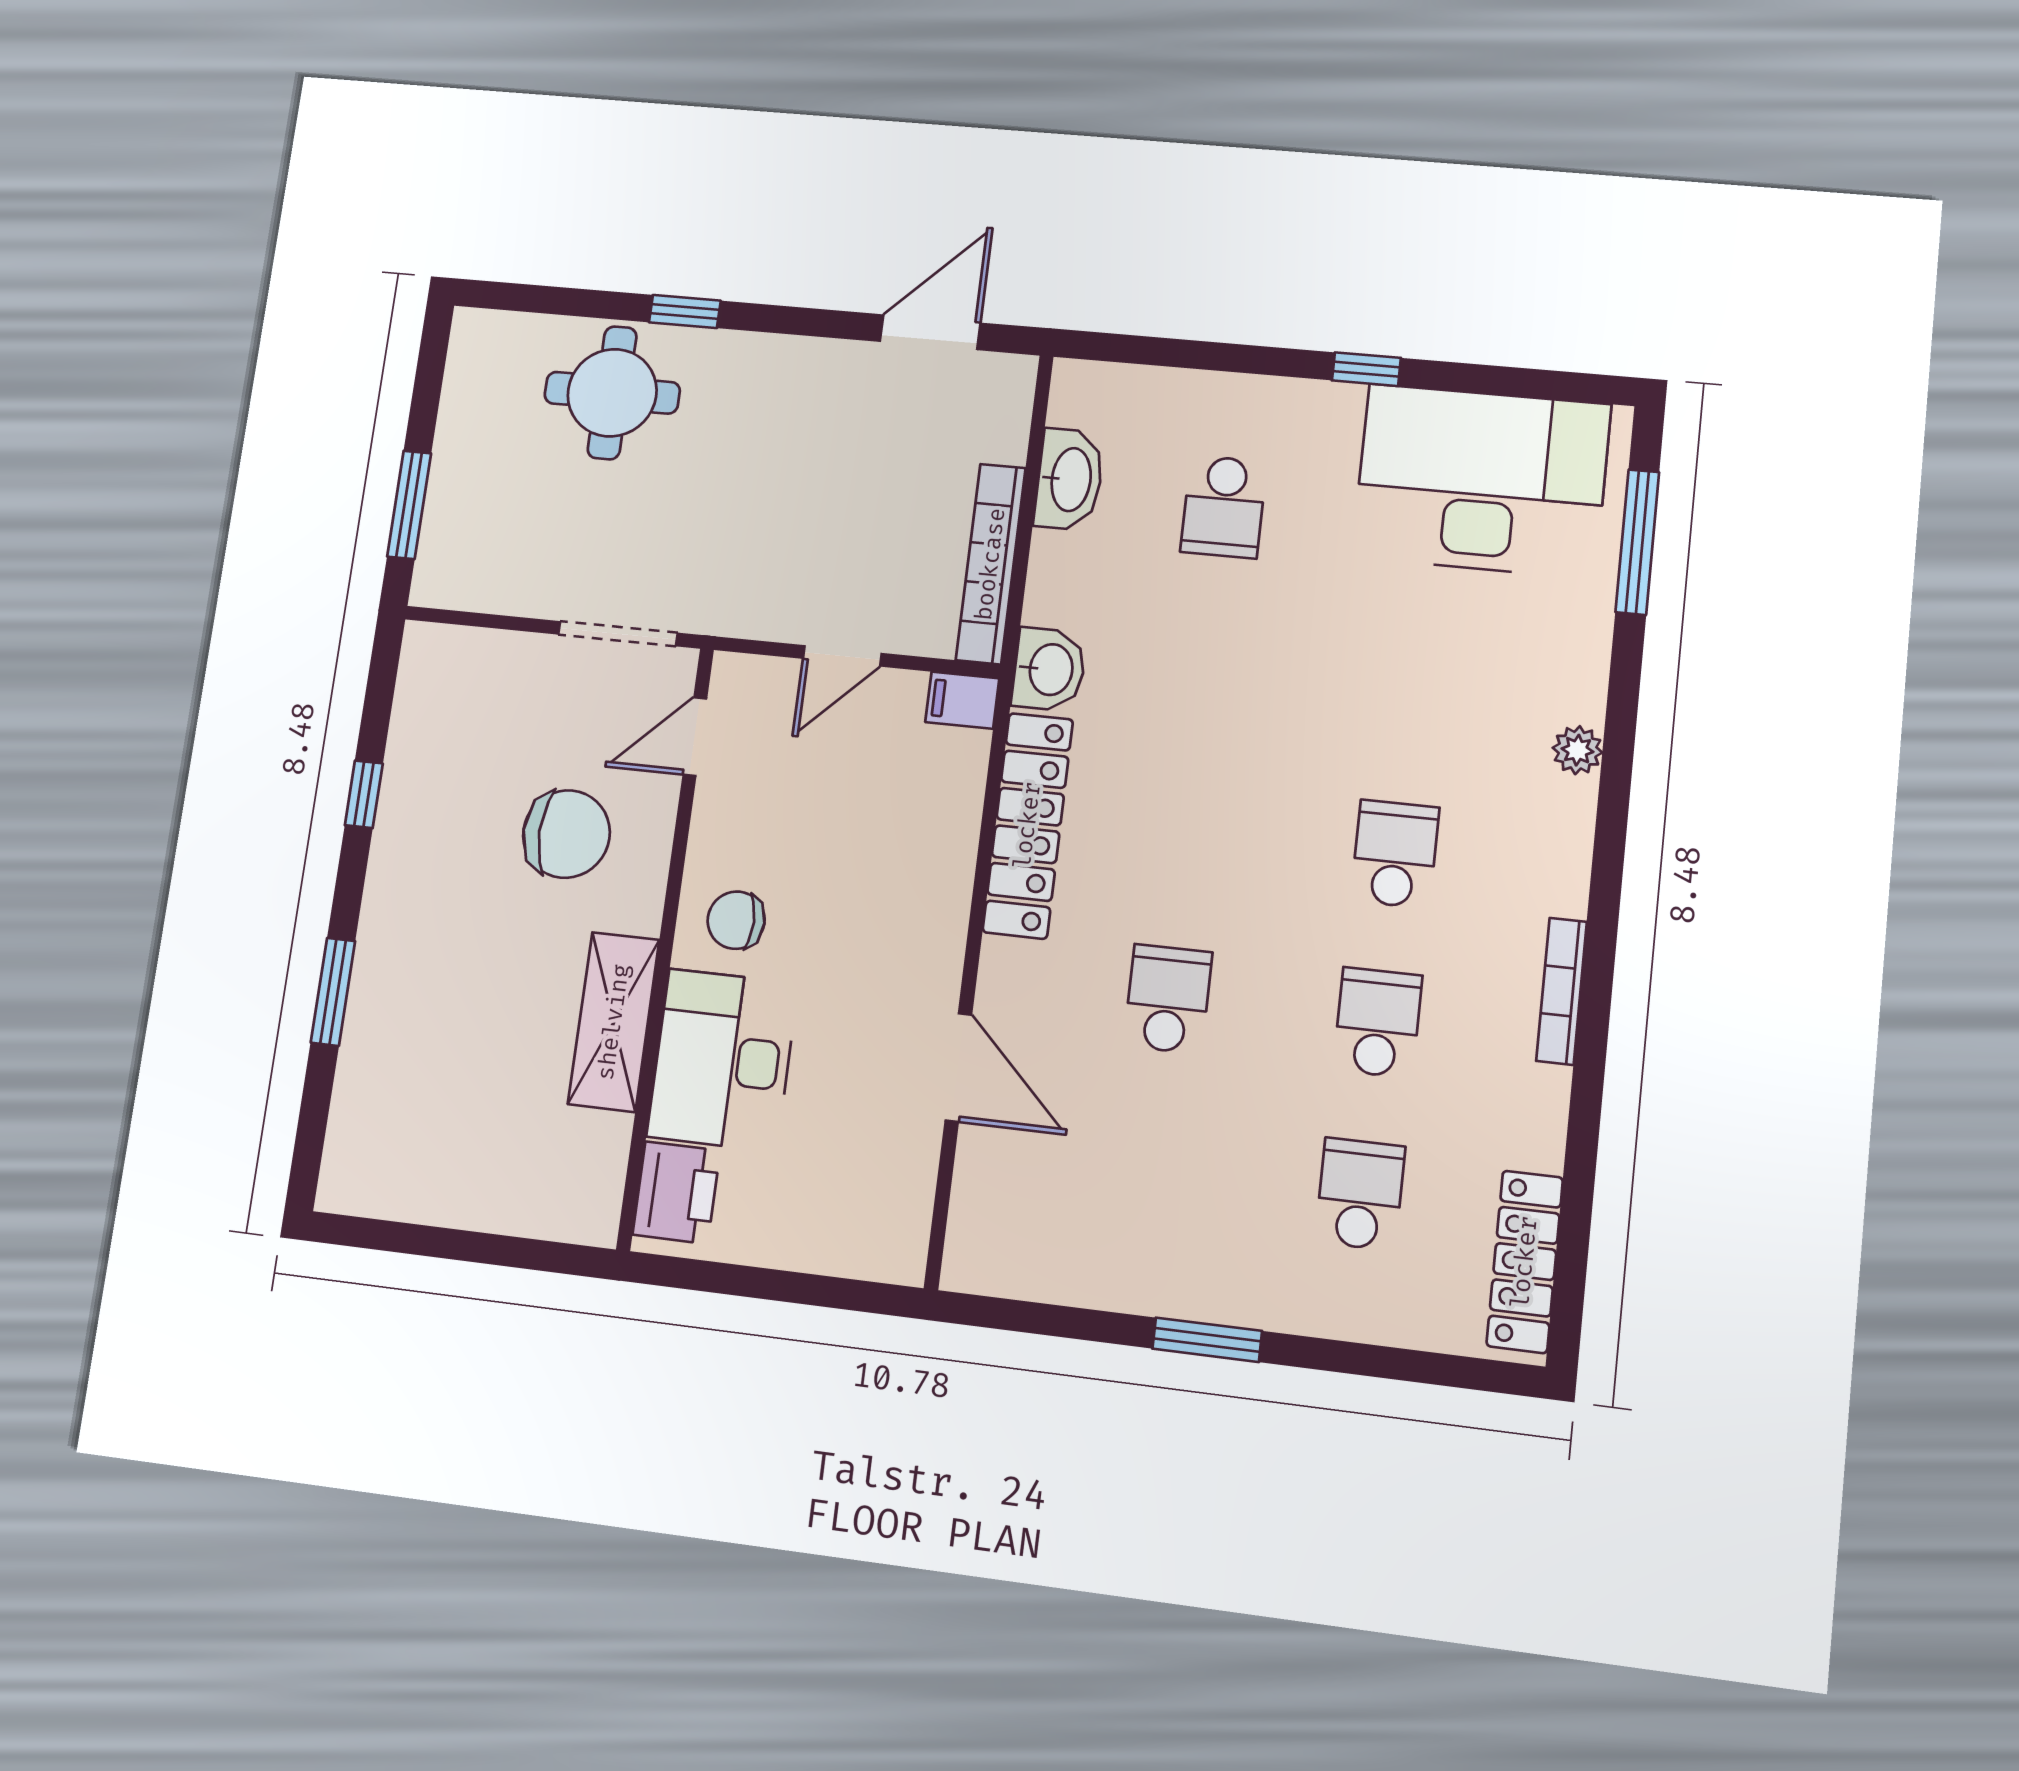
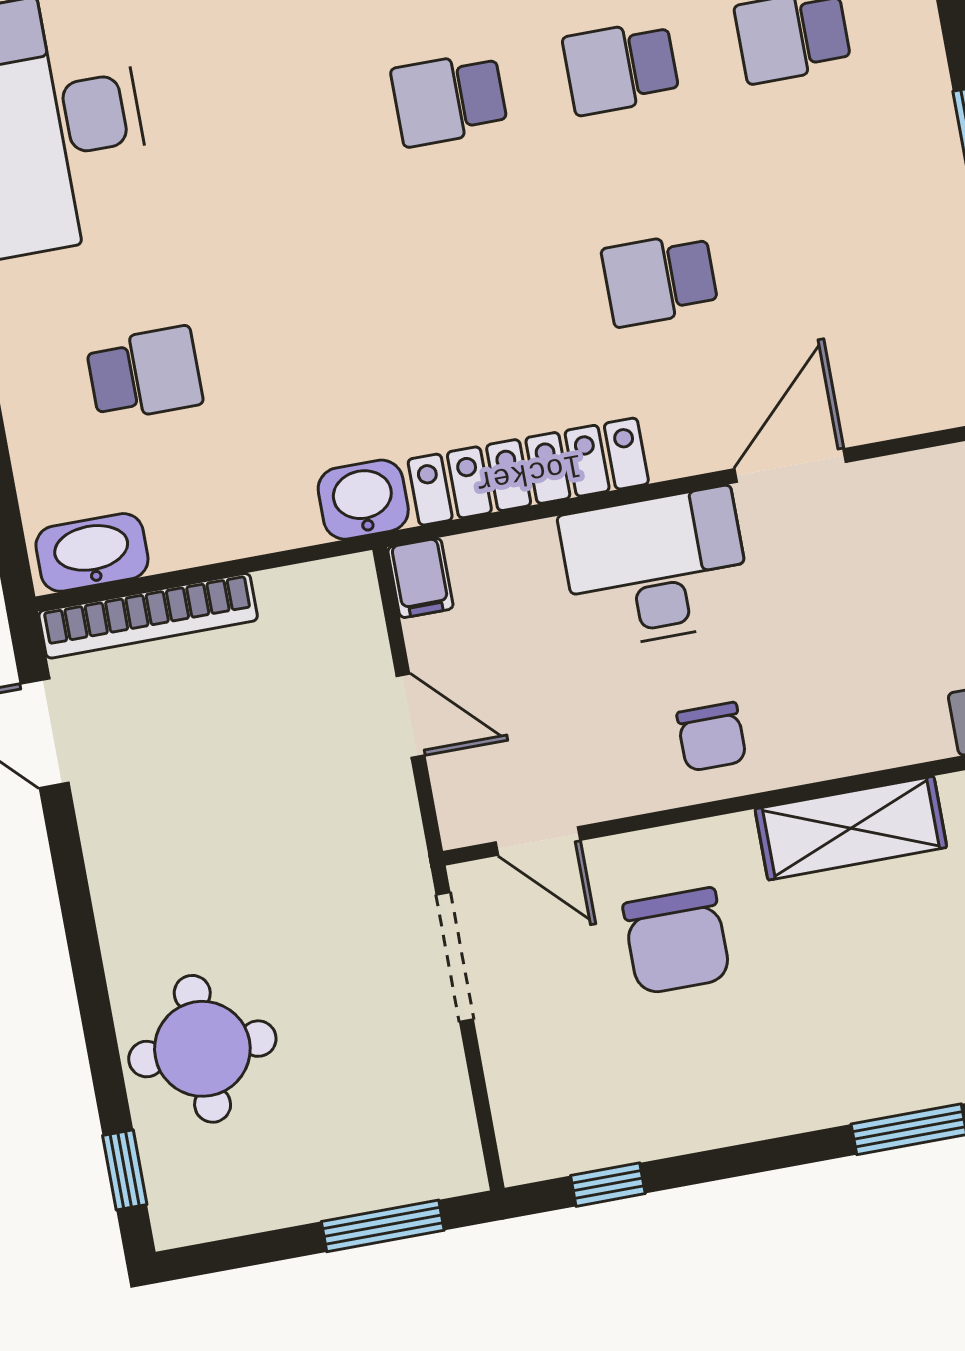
window: (685, 311) -> (125, 1170), moved
washbasin: (1069, 479) -> (92, 552), moved
bookcase: (991, 564) -> (148, 616), moved
window: (364, 794) -> (608, 1185), moved
chair: (566, 834) -> (677, 941), turned 180
desk: (723, 1060) -> (656, 568), moved, turned 180

